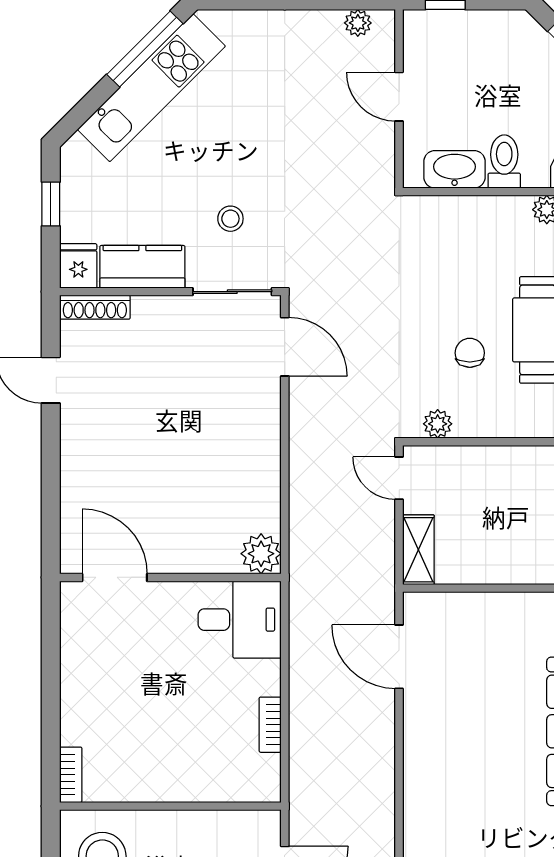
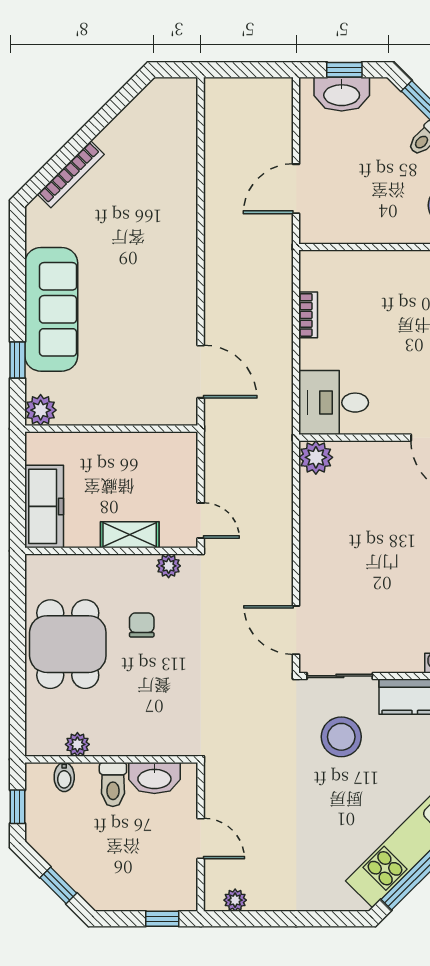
stool: (230, 219) -> (341, 737), width x1.89, depth x1.89
chair: (470, 353) -> (142, 625), turned 180
shelving: (418, 550) -> (130, 535), moved, turned 90

